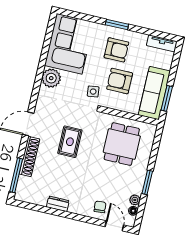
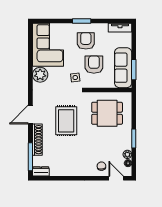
armchair: (116, 50) -> (86, 41), turned -90
armchair: (120, 81) -> (94, 65), turned 90
rug: (70, 142) -> (66, 121), width x1.36, depth x1.43
dining table: (122, 144) -> (107, 113), turned 90
dresser: (58, 204) -> (41, 171), moved

